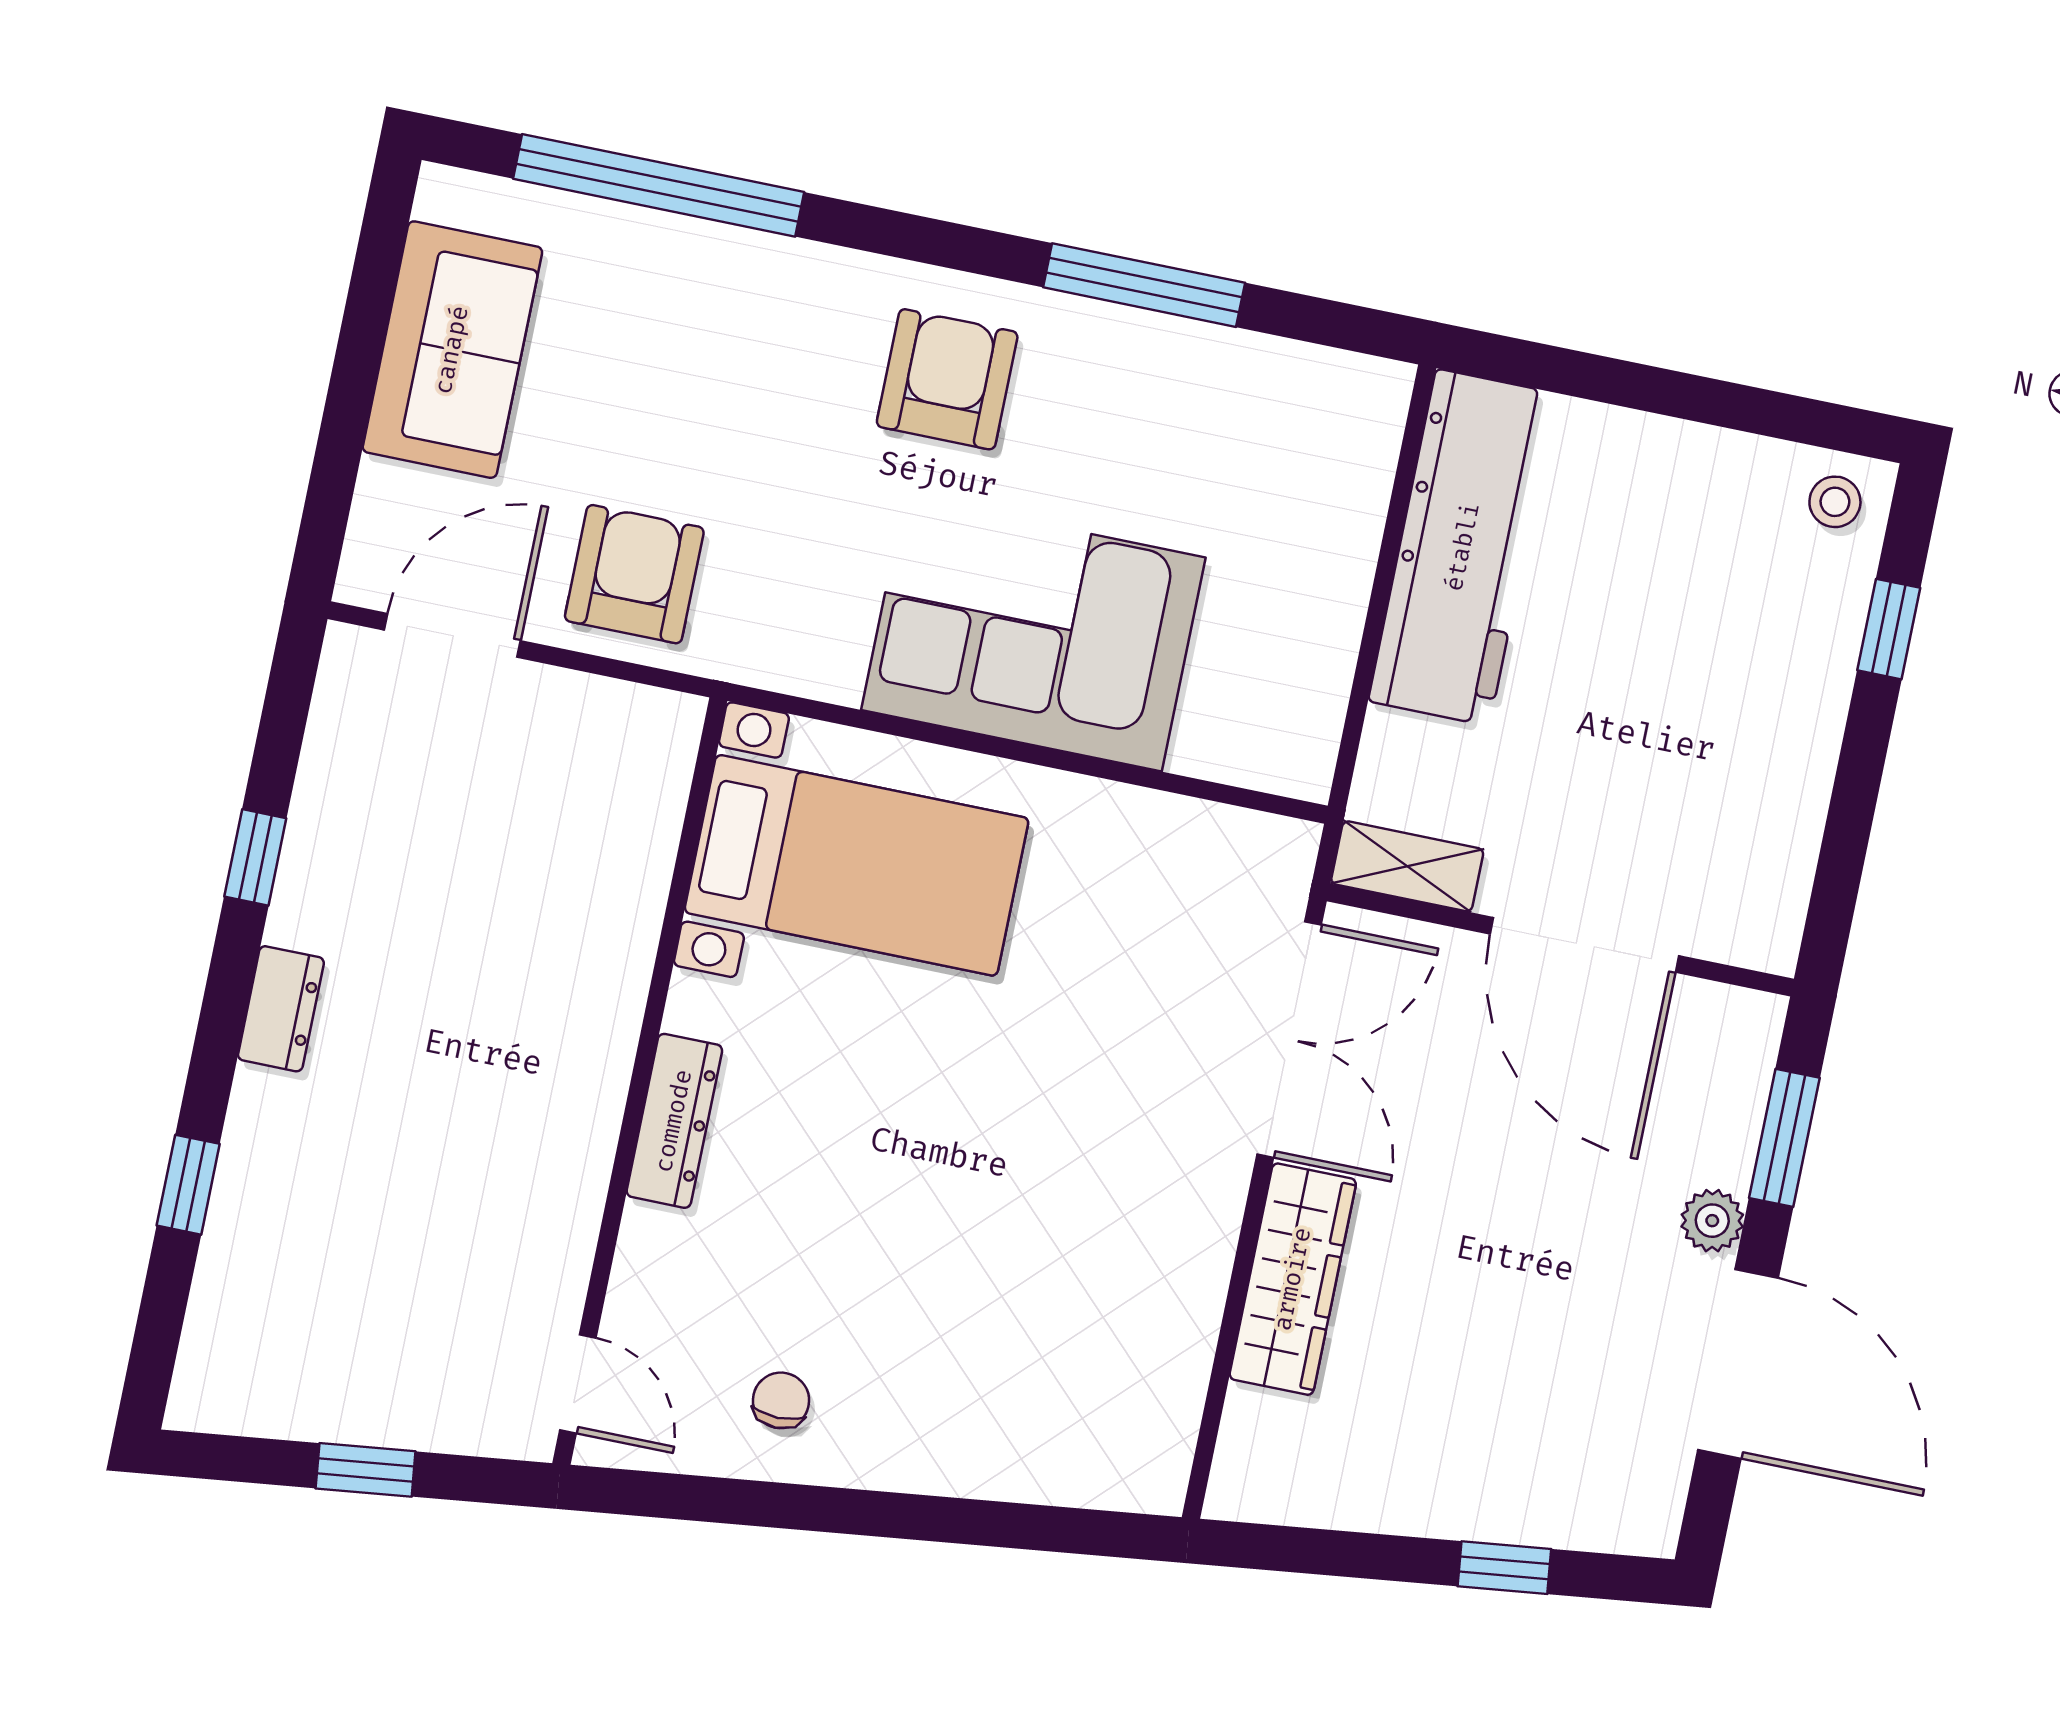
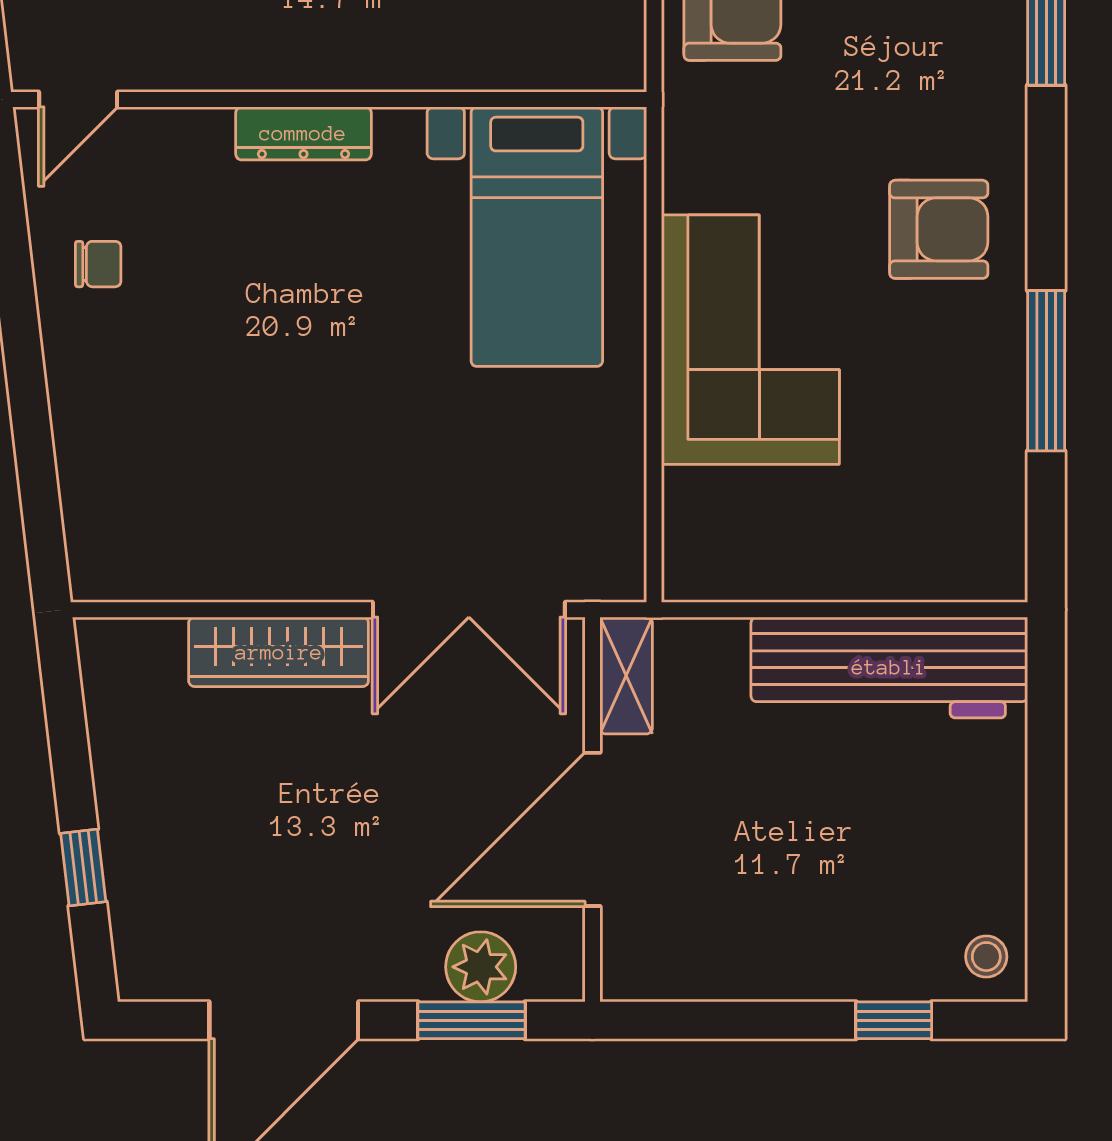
plant: (1712, 1221) -> (481, 967), moved, width x1.38, depth x1.38

